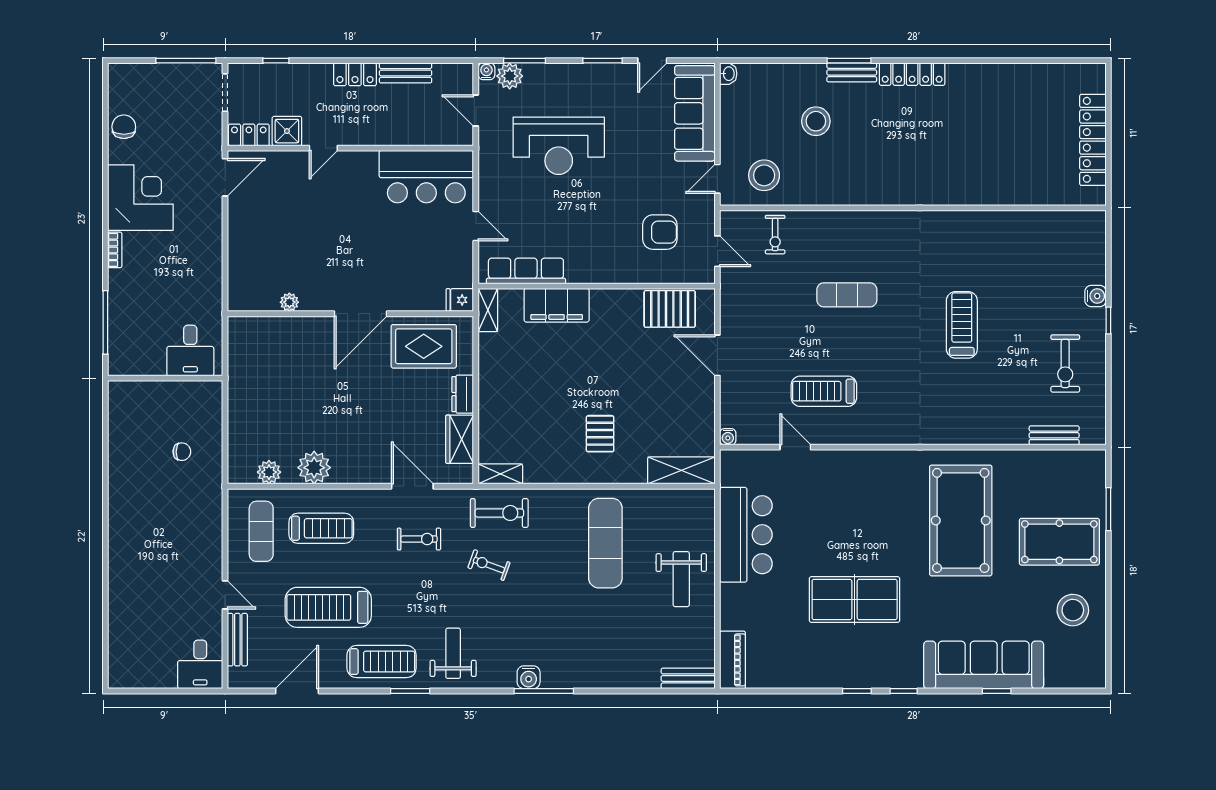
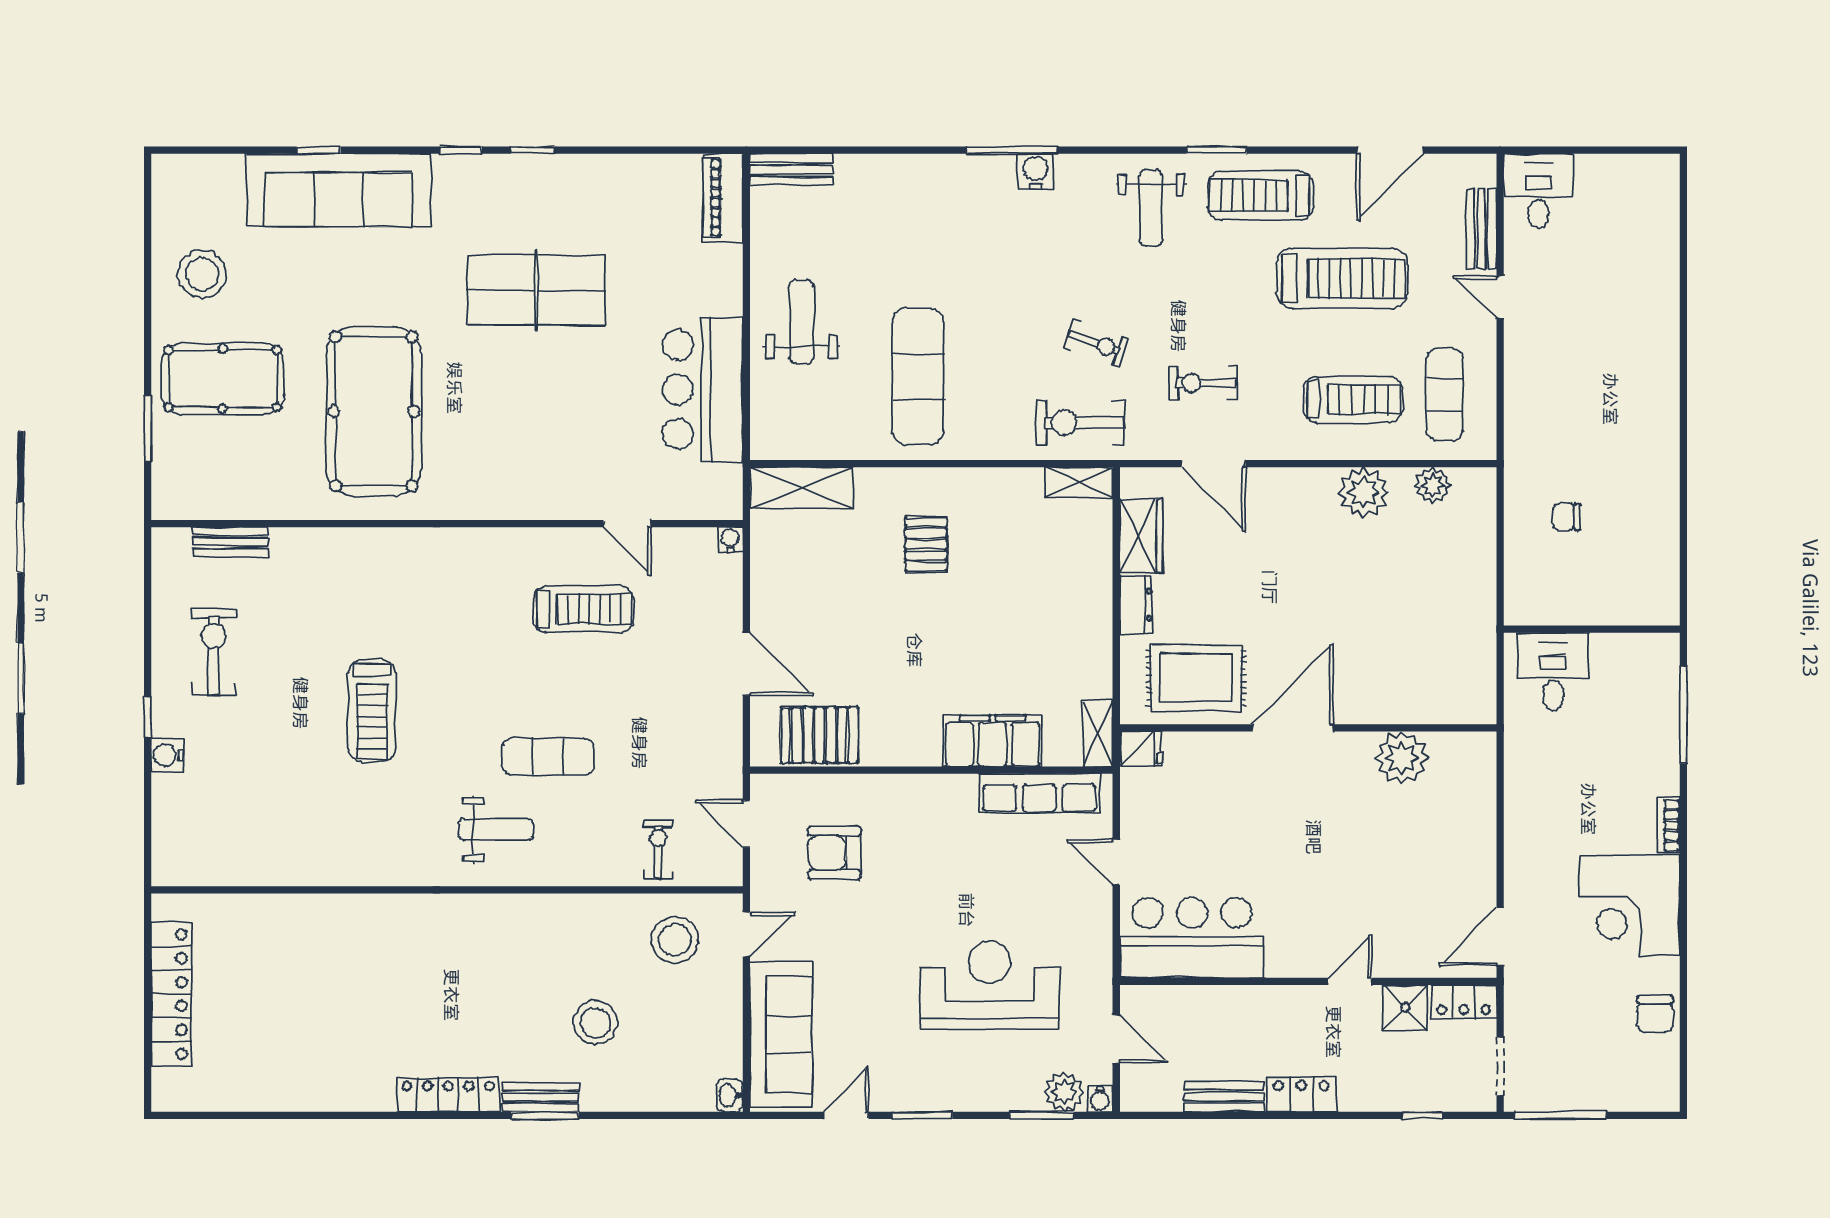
weight bench: (881, 247) -> (496, 829), added
plant: (289, 302) -> (1402, 758), width x1.87, depth x1.87
treadmill: (321, 528) -> (1353, 399), turned 180

